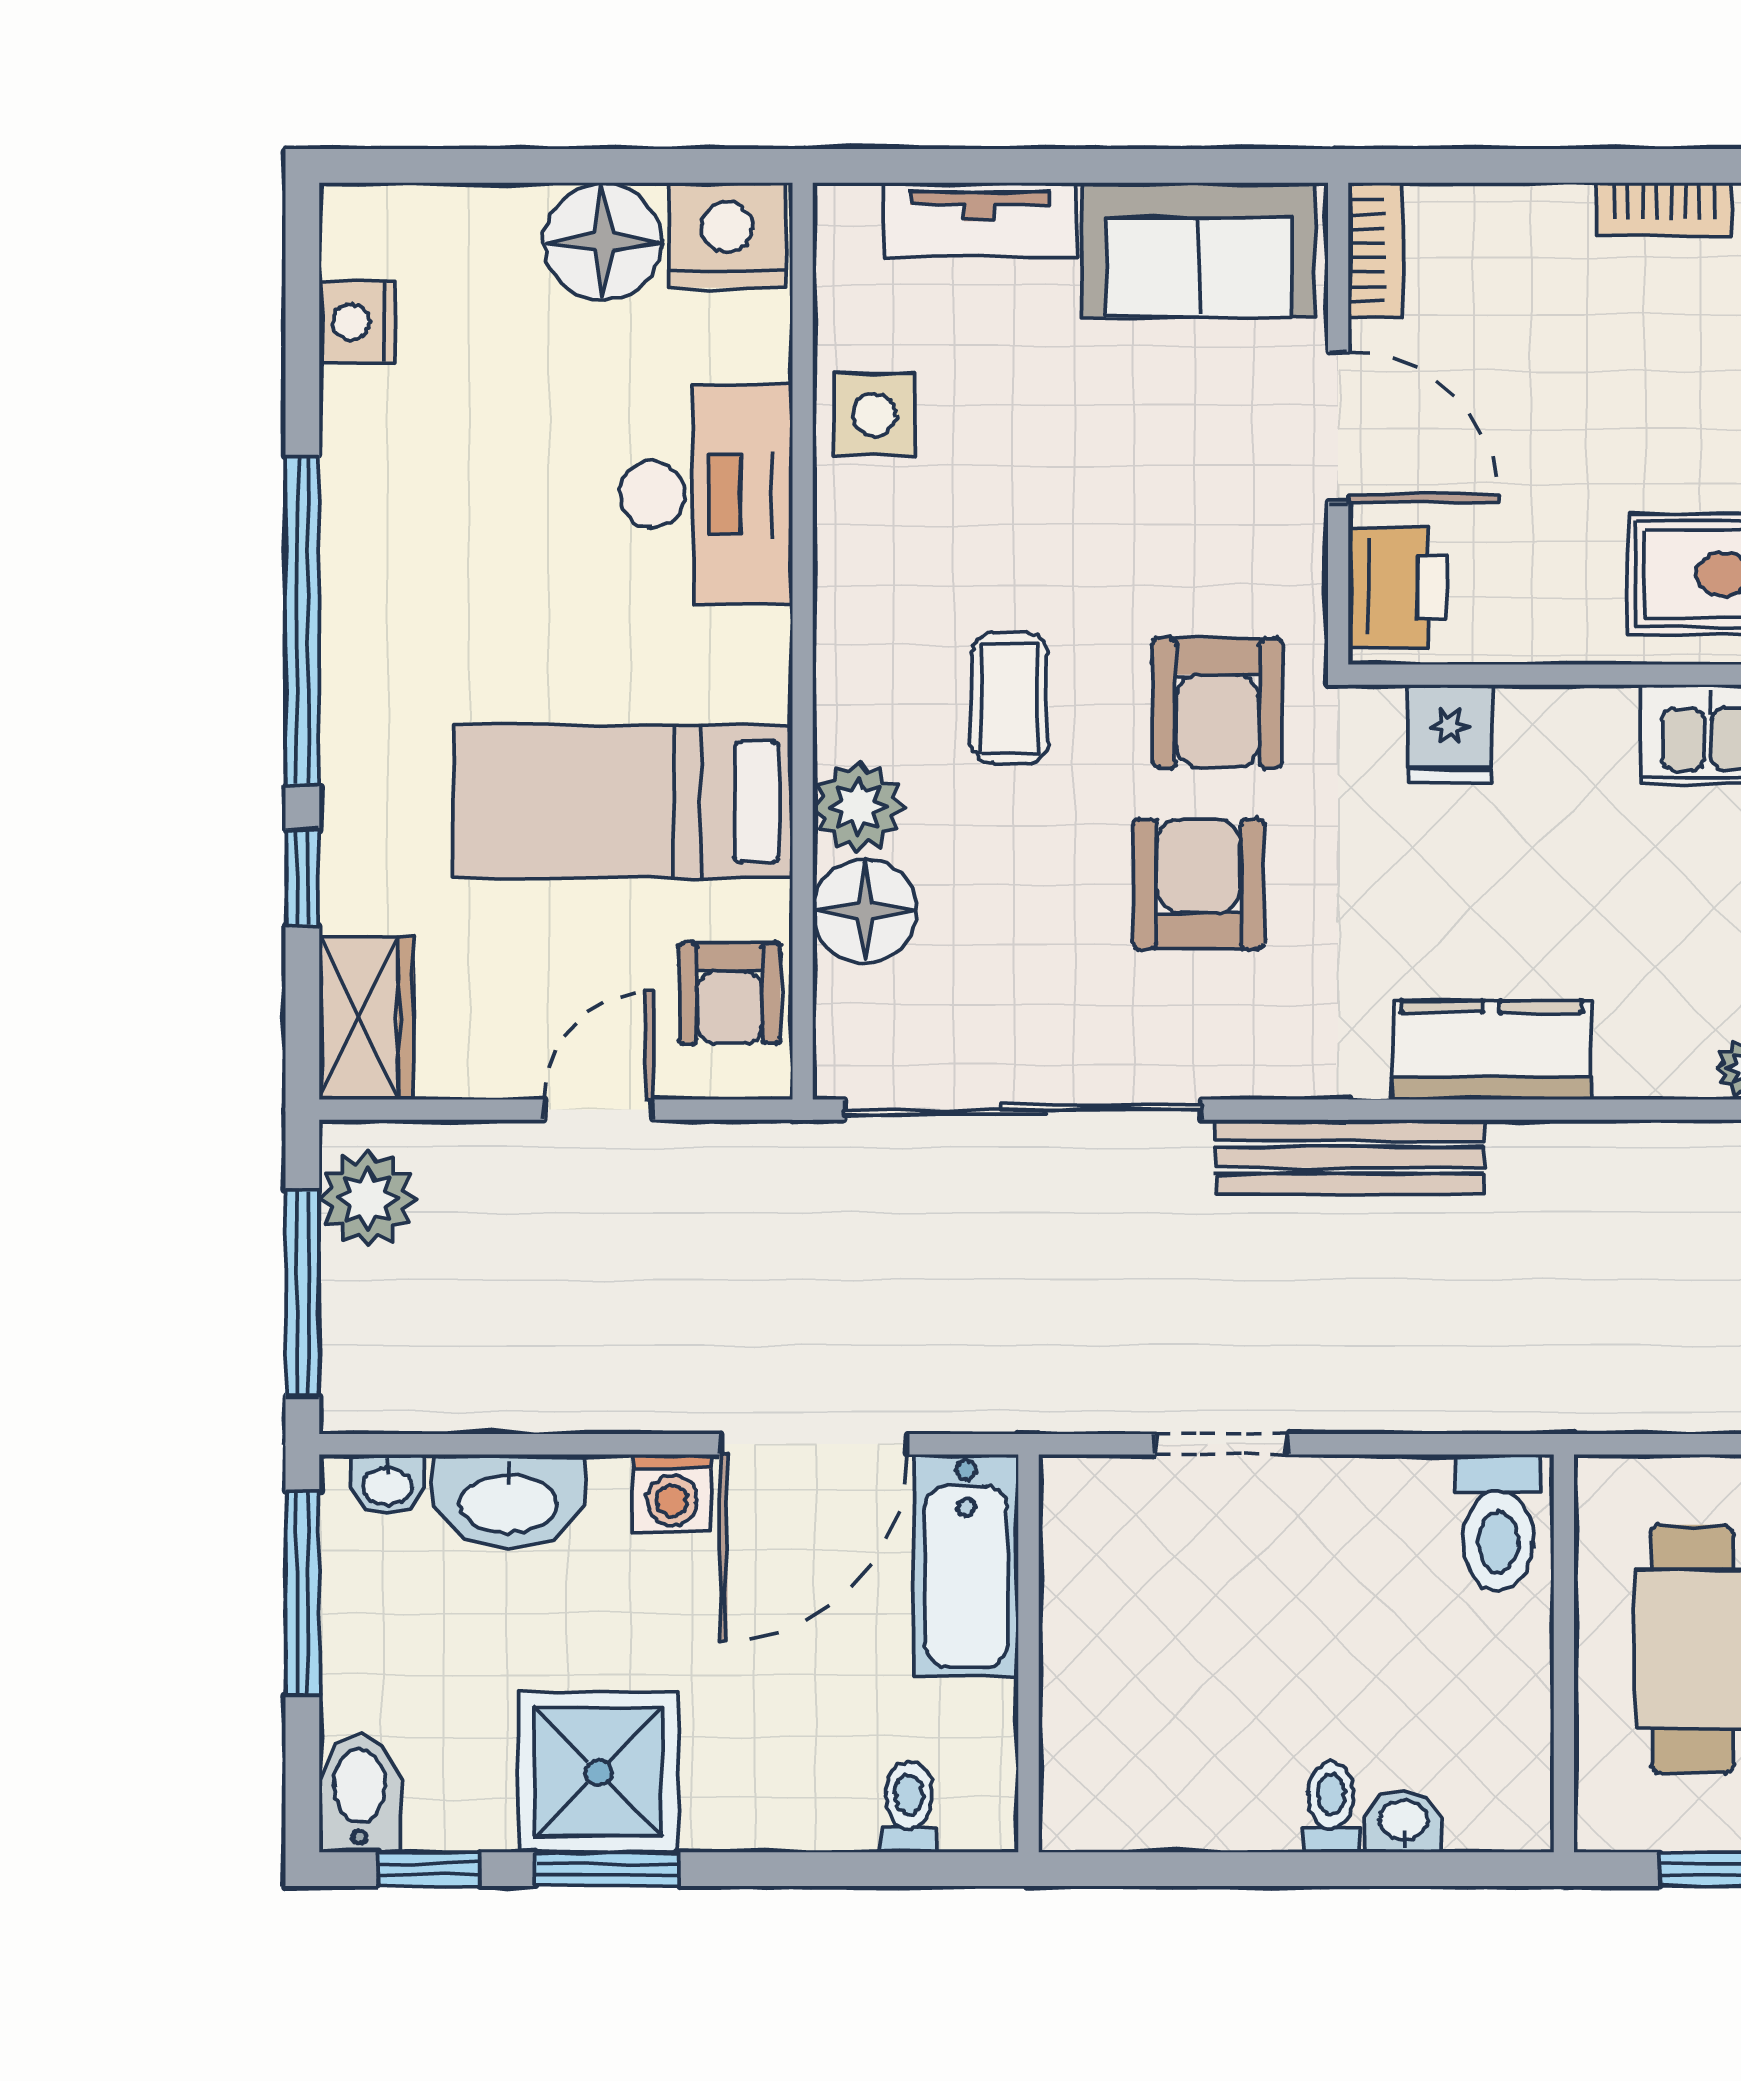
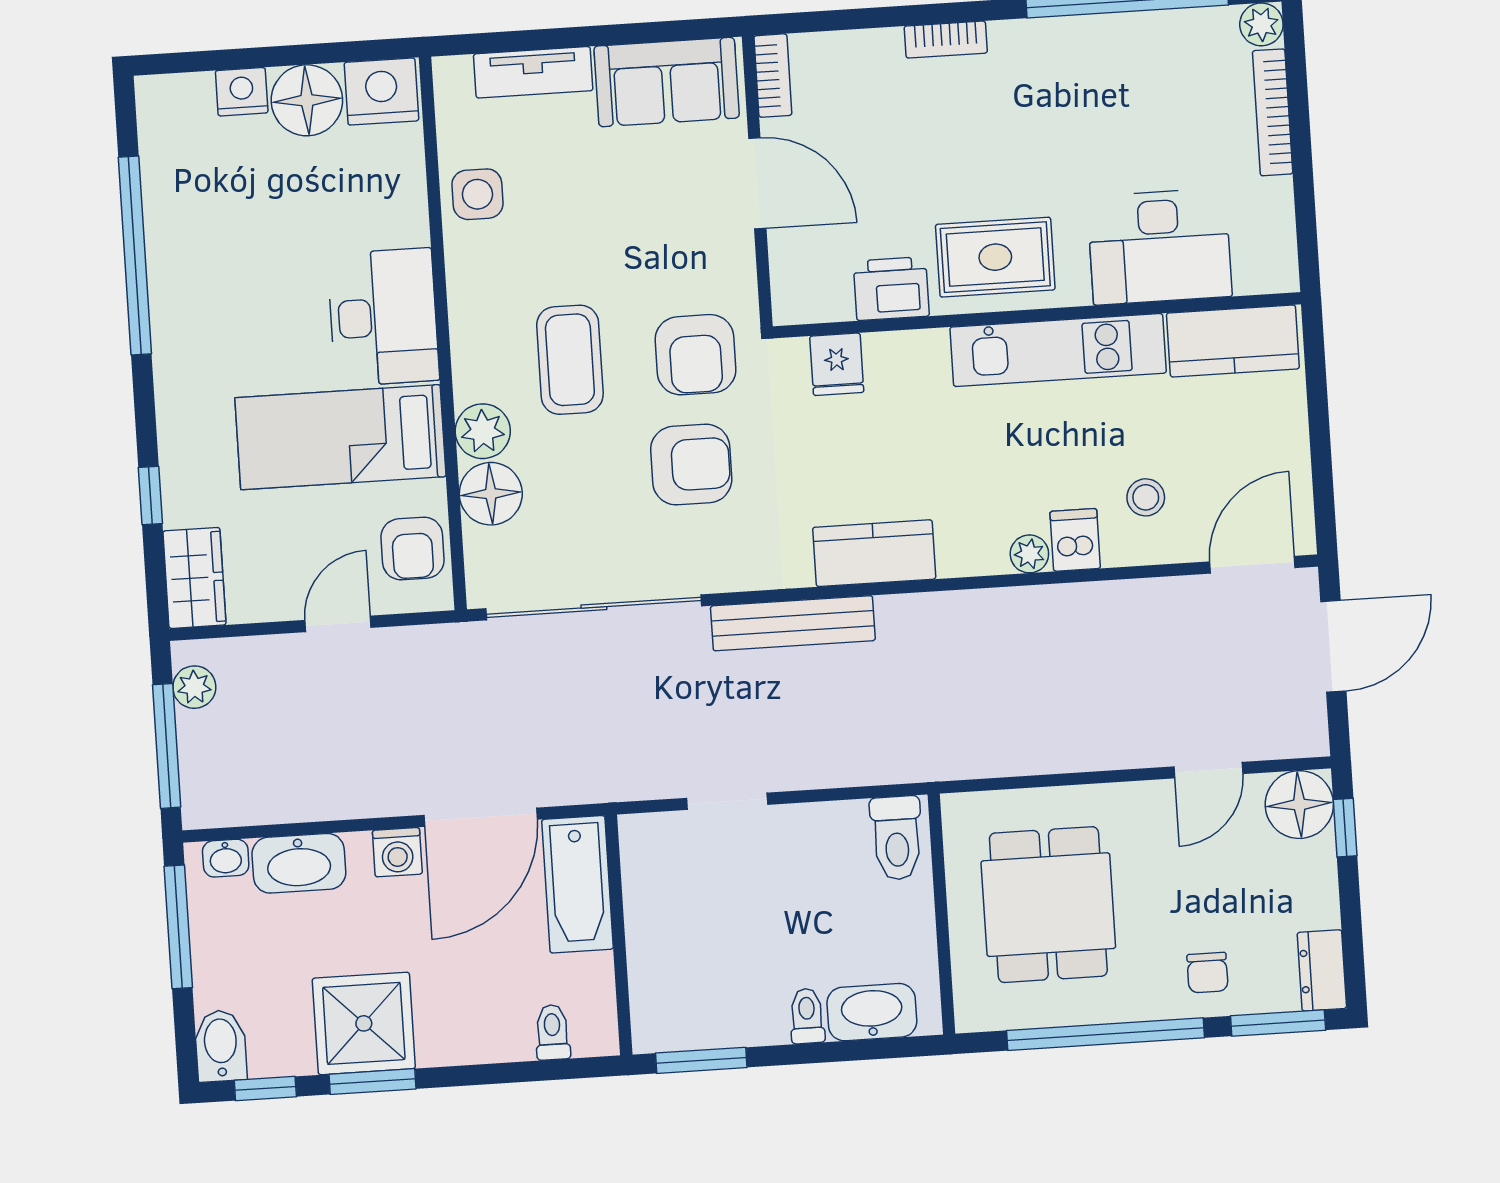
nightstand: (357, 322) -> (242, 92), moved, turned 90
desk: (706, 494) -> (383, 317), moved
printer: (1398, 588) -> (891, 289), moved, turned -90
window: (302, 621) -> (135, 255), moved
coffee table: (1010, 698) -> (570, 360), width x1.36, depth x1.30
armchair: (1199, 884) -> (691, 465), turned 90
plant: (368, 1199) -> (194, 687), width x0.73, depth x0.73
washbasin: (1404, 1822) -> (872, 1012), width x1.91, depth x1.45
window: (1152, 1869) -> (701, 1060), added

